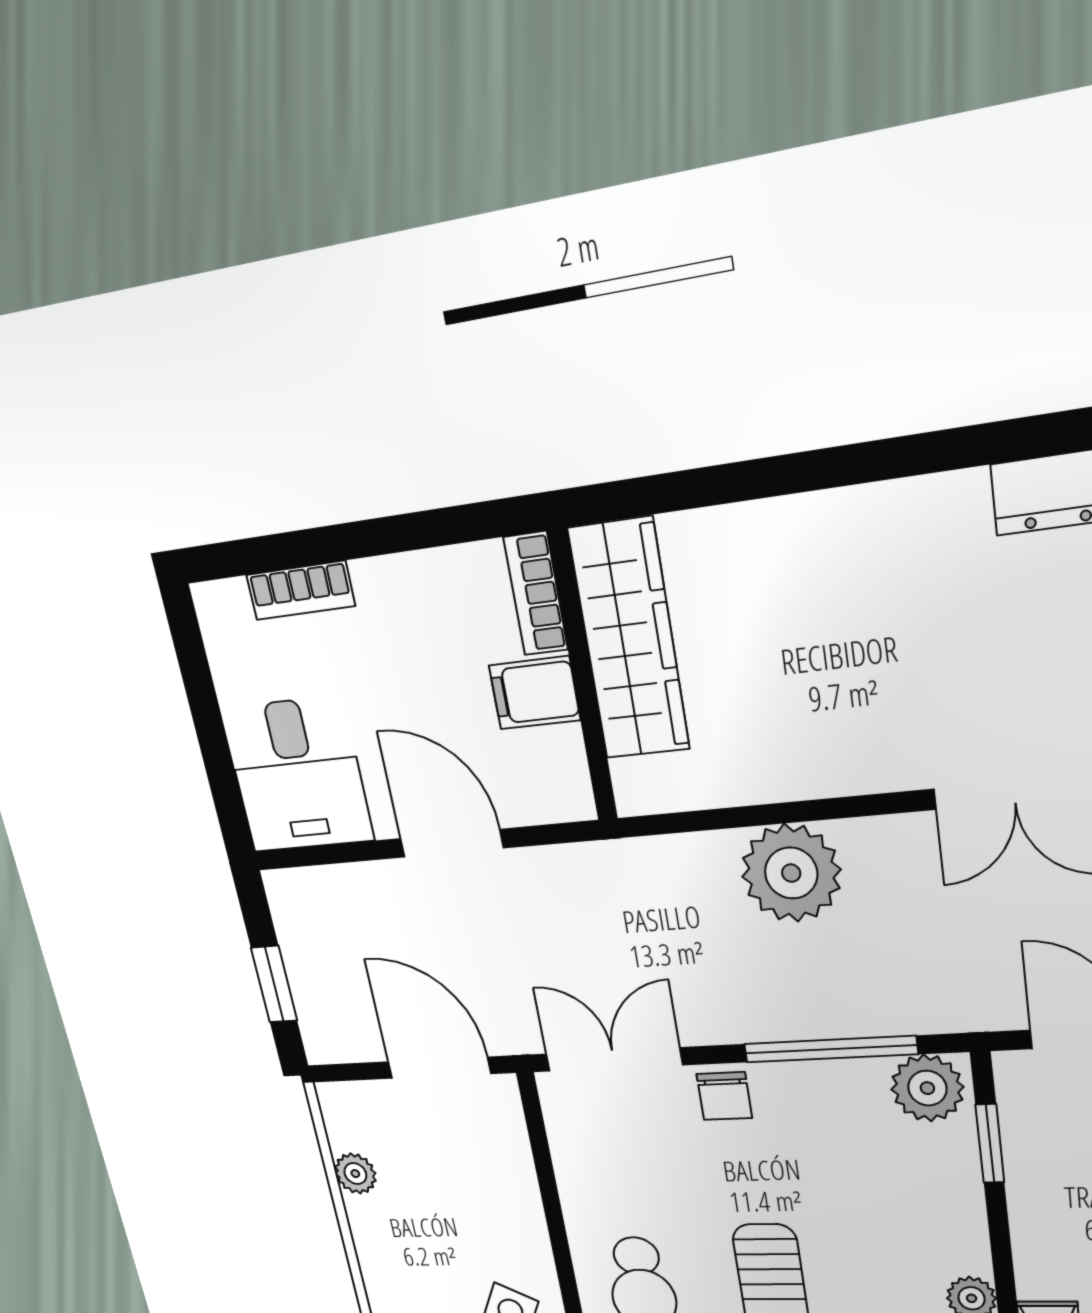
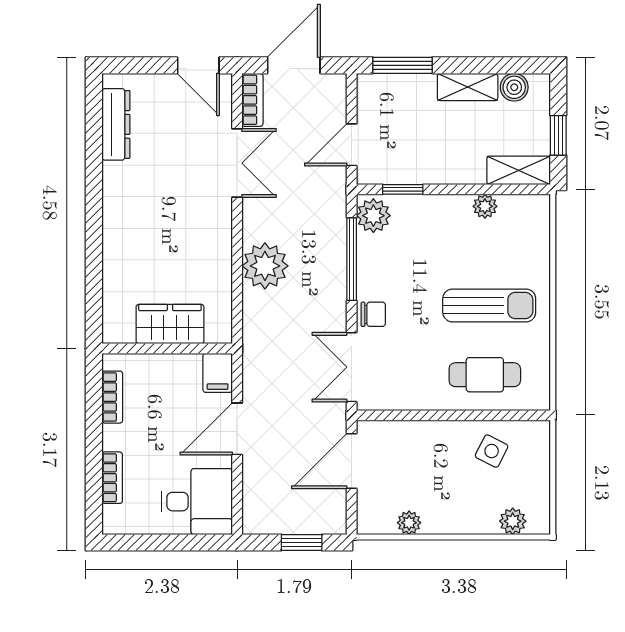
bookcase: (536, 594) -> (112, 397), moved, turned -90
wardrobe: (629, 640) -> (170, 324), width x0.67
filing cabinet: (535, 693) -> (218, 373), moved

